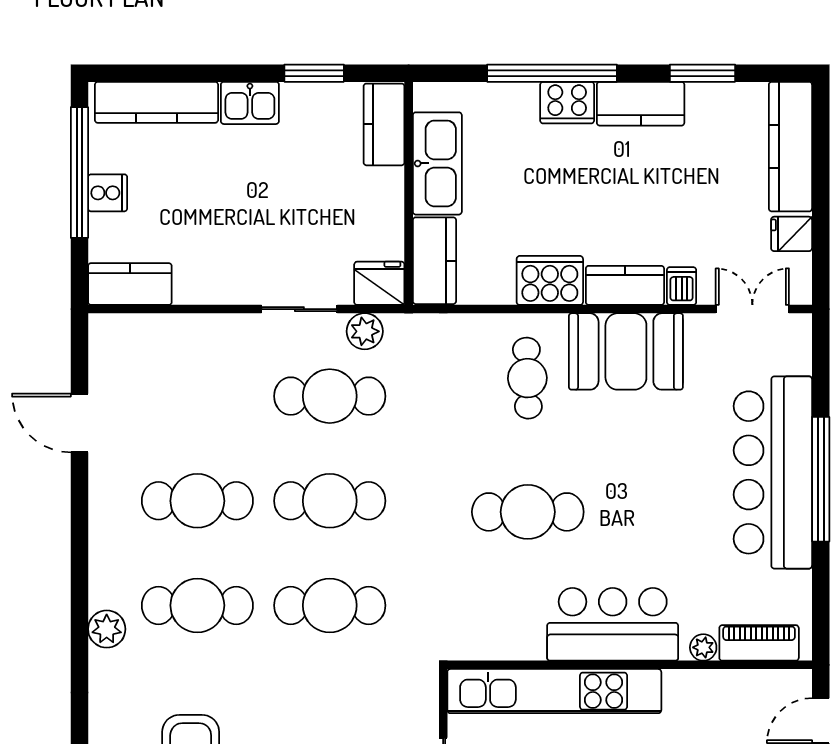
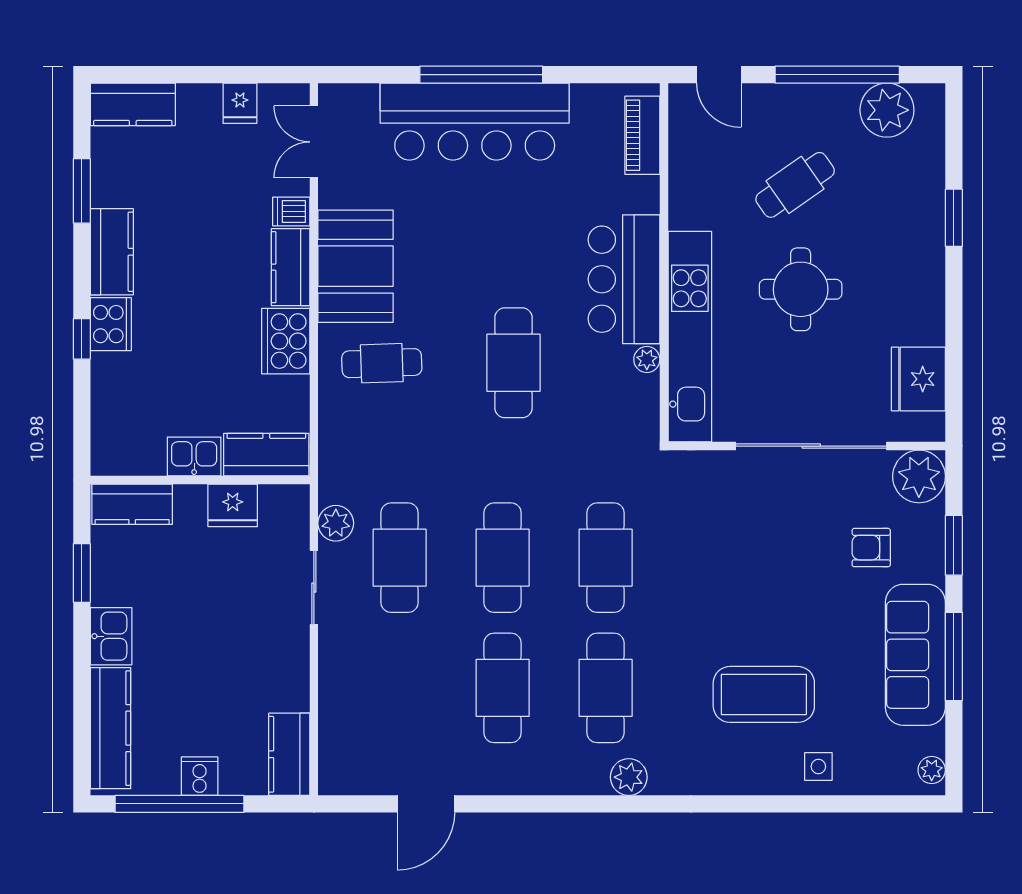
window: (552, 73) -> (82, 339), width x0.32
kitchen counter: (790, 147) -> (133, 104), width x0.67
kitchen sink: (437, 163) -> (194, 456), width x0.53, depth x0.81
fridge: (379, 283) -> (233, 505), moved, turned -90
plant: (703, 647) -> (647, 359), moved

